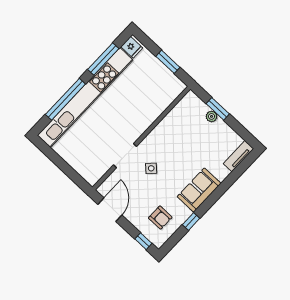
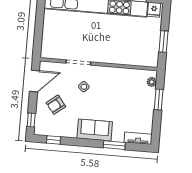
plant: (212, 116) -> (152, 82), moved
window: (227, 183) -> (114, 145), added
armchair: (160, 218) -> (56, 105), moved, turned 52
window: (191, 221) -> (54, 140), moved

